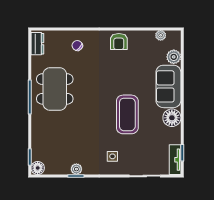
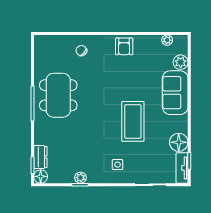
dresser: (37, 44) -> (40, 157), moved
floor lamp: (172, 118) -> (179, 142), moved

